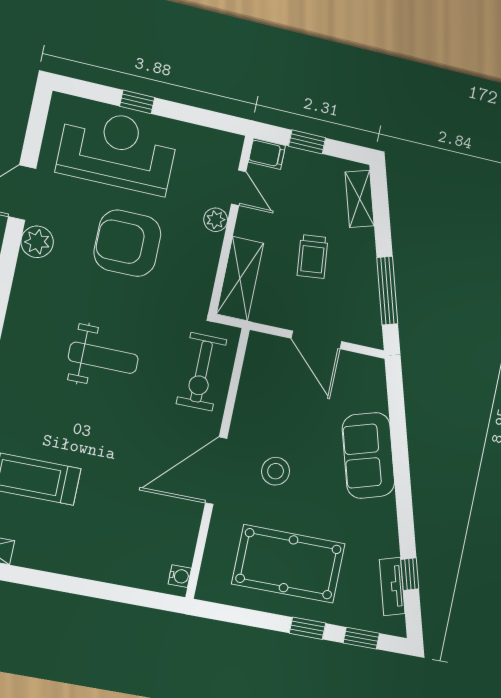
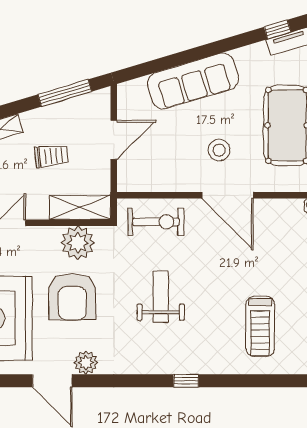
plant: (216, 220) -> (78, 243), moved, width x1.88, depth x1.88
sofa: (368, 455) -> (193, 81), width x1.36

